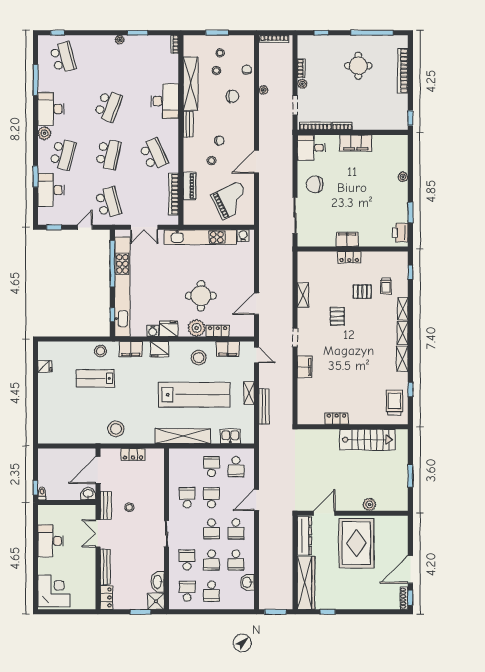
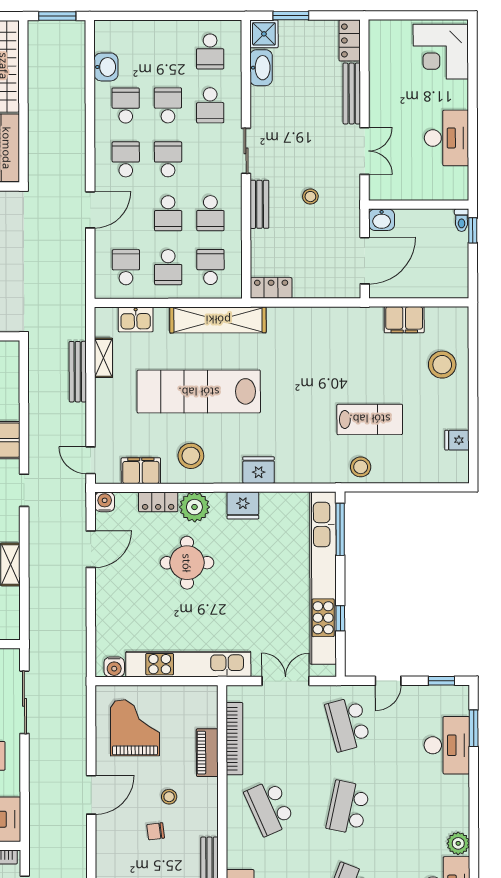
school desk: (63, 154) -> (426, 807), removed
window: (35, 176) -> (474, 728), moved
grand piano: (231, 200) -> (135, 728), turned 116
window: (112, 264) -> (340, 618), width x0.32
window: (112, 315) -> (340, 529), width x2.17
water cooler: (153, 331) -> (105, 502), moved
filing cabinet: (131, 349) -> (404, 320), moved, turned 180
shelving: (249, 393) -> (103, 358), moved
stool: (116, 429) -> (442, 365), moved
locker: (133, 454) -> (271, 288), moved
bench: (106, 505) -> (259, 204), moved
school desk: (212, 591) -> (210, 267), moved

